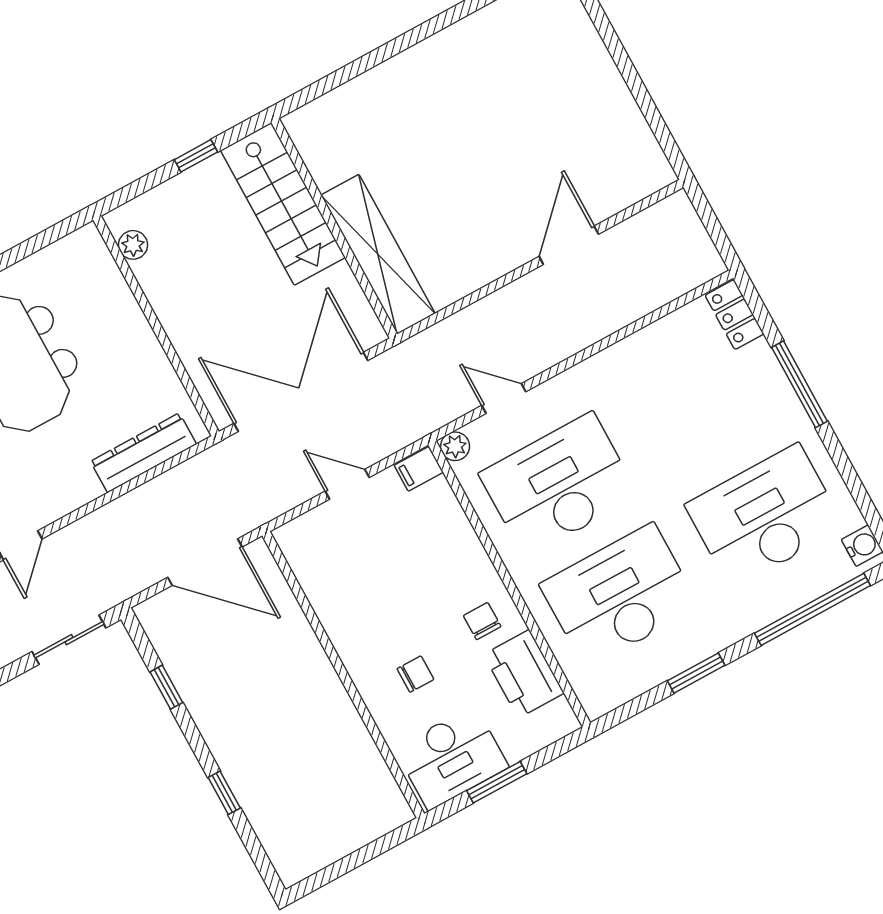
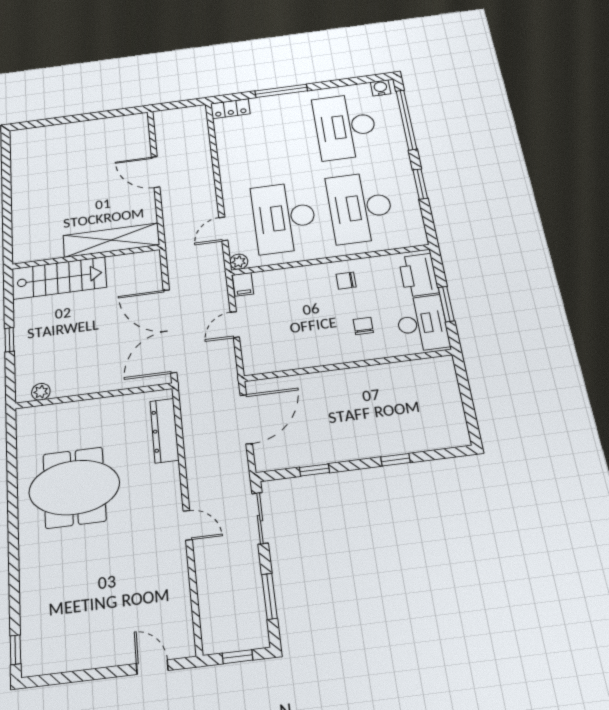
stairs: (283, 204) -> (59, 278), moved
wall: (334, 228) -> (86, 257), moved
shelving: (378, 254) -> (111, 240), moved
printer: (524, 674) -> (419, 275), moved, turned 90

